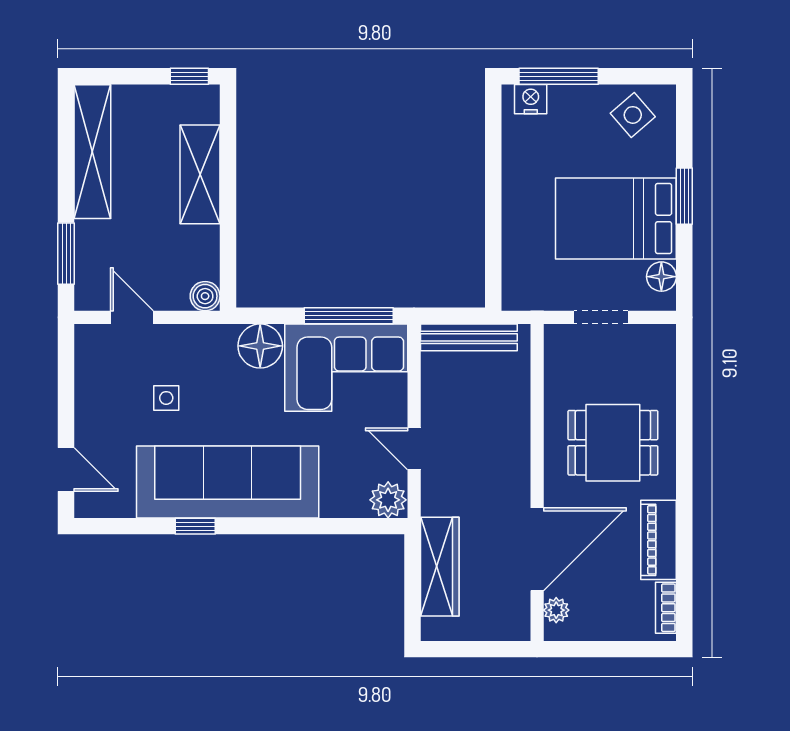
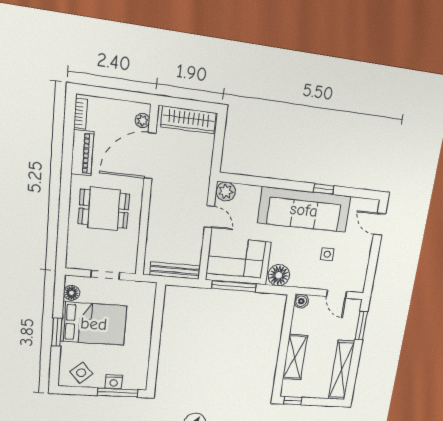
nightstand: (531, 99) -> (114, 382), moved
wardrobe: (440, 567) -> (189, 120), moved, turned -90

